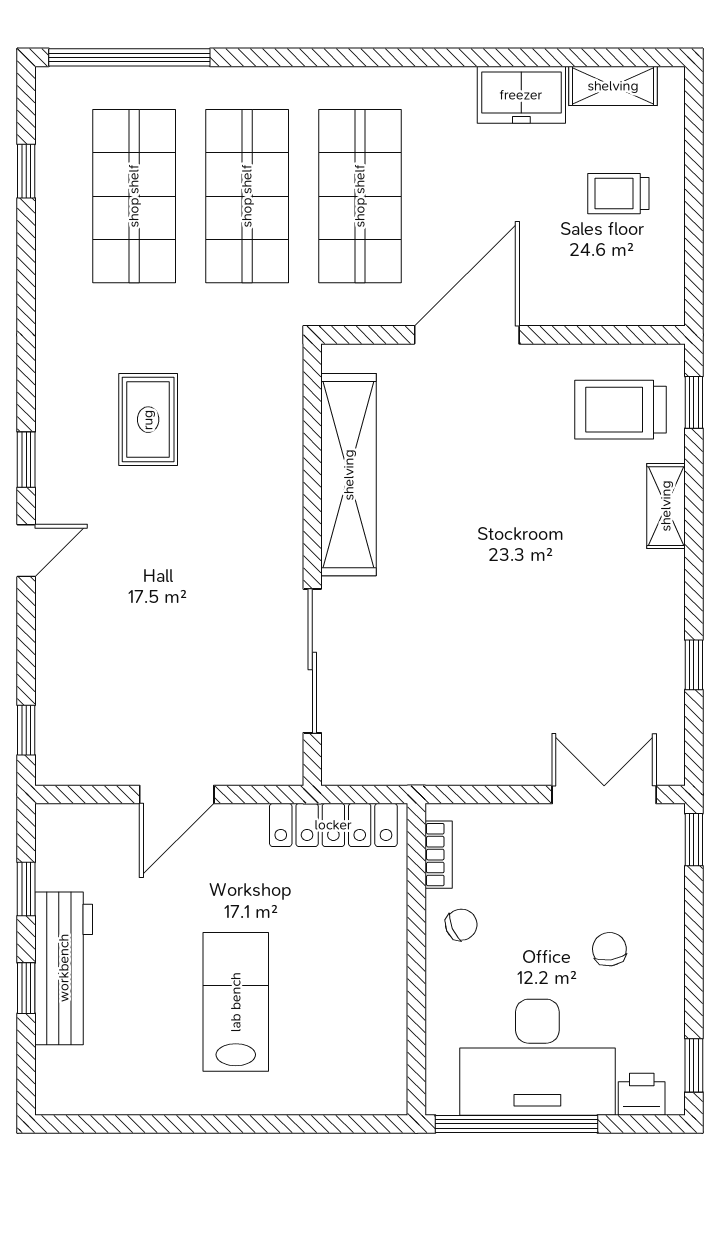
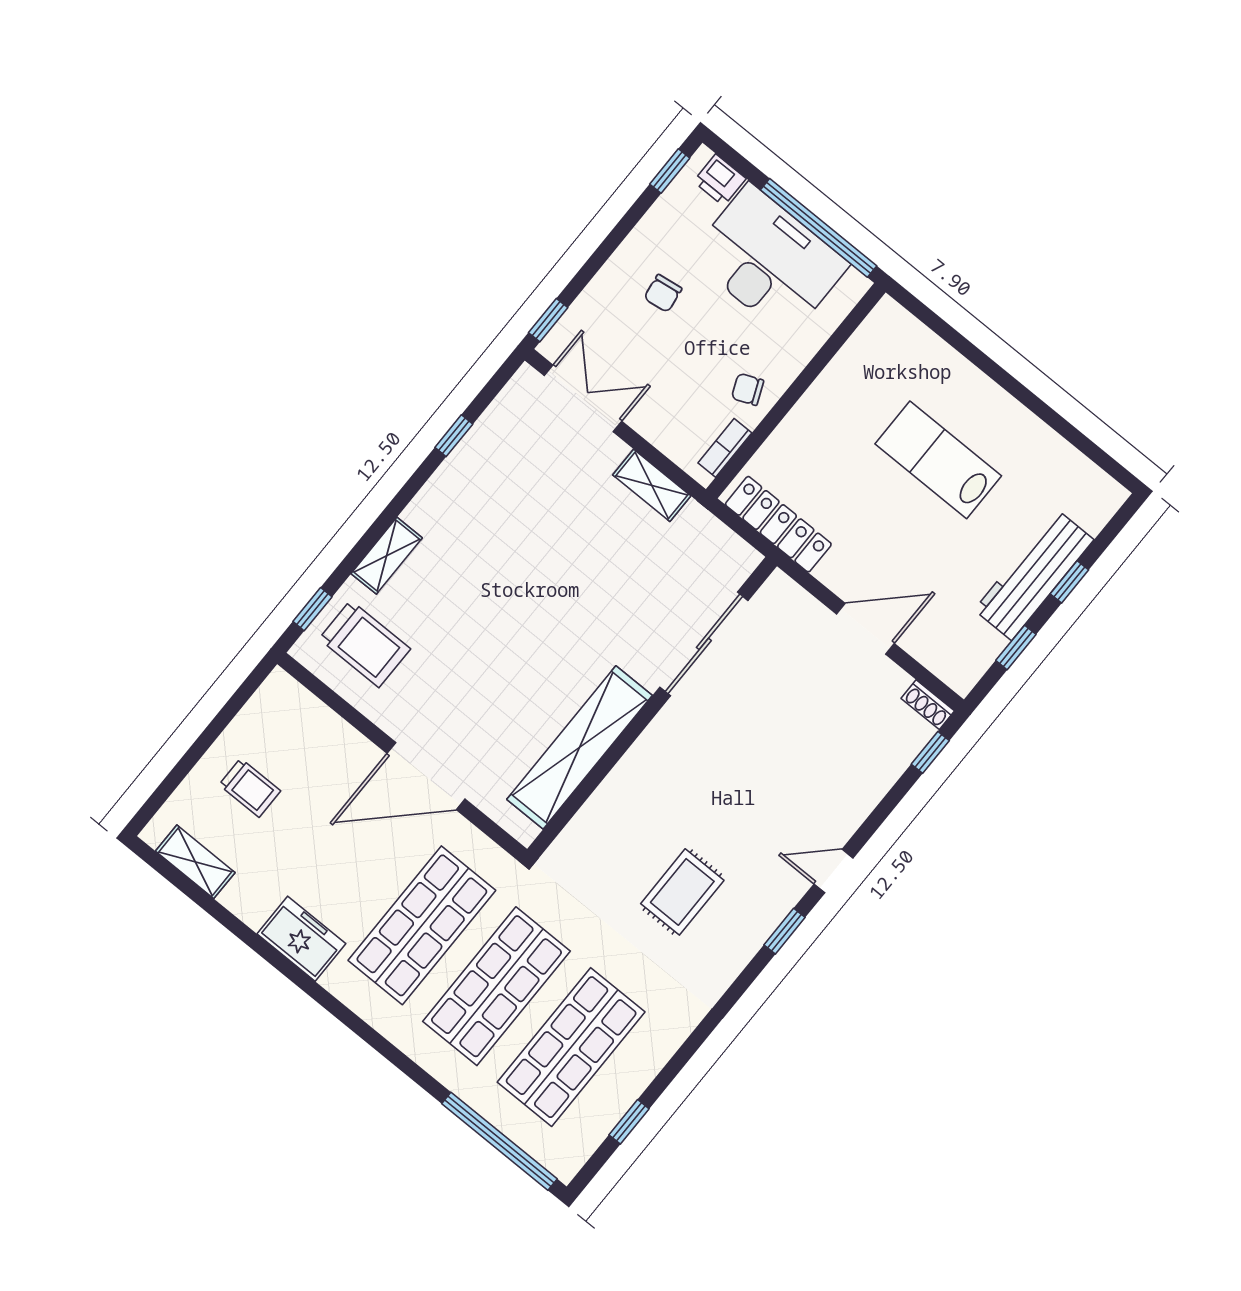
freezer: (521, 95) -> (301, 939), moved
shelving: (477, 766) -> (652, 485), added
shoe rack: (64, 772) -> (928, 705), added
double door: (604, 794) -> (583, 398), swing flipped
lab bench: (236, 1002) -> (938, 460), turned 90

